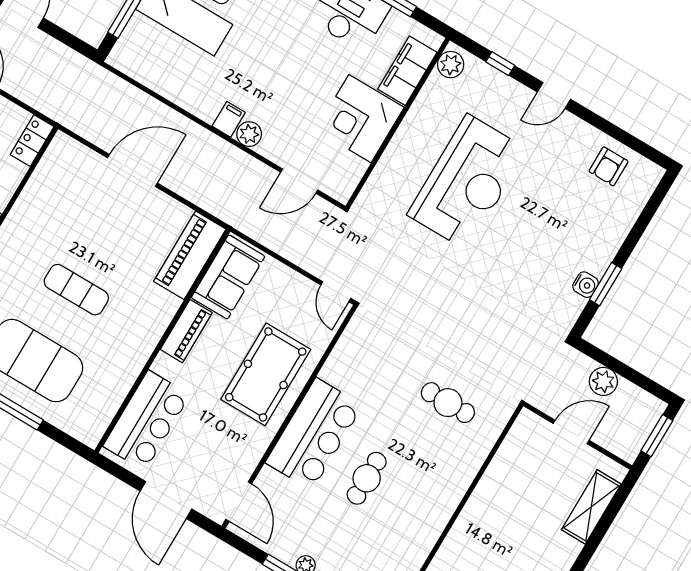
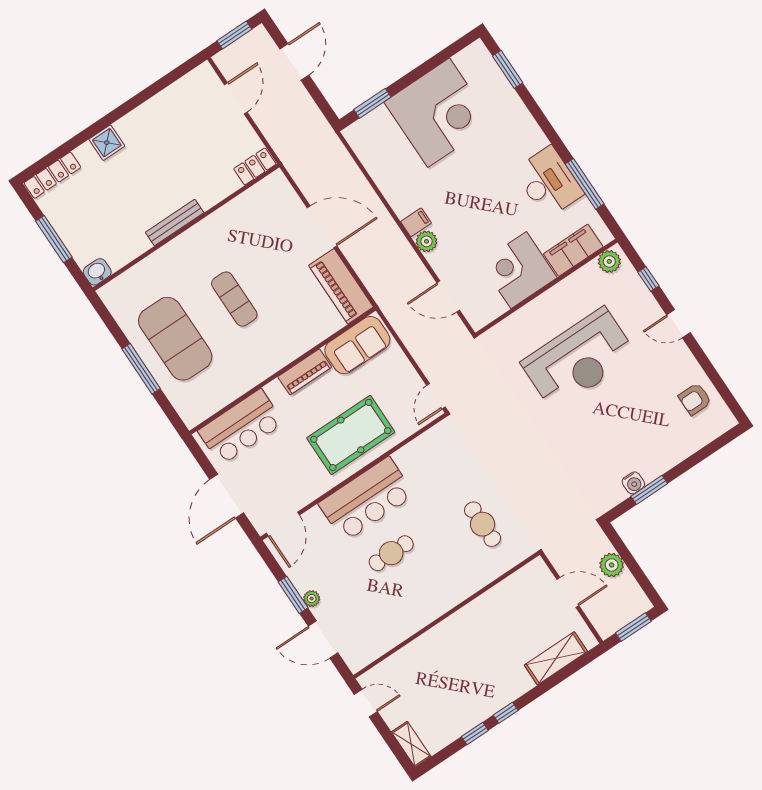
piano: (190, 255) -> (341, 286), moved, turned -90

